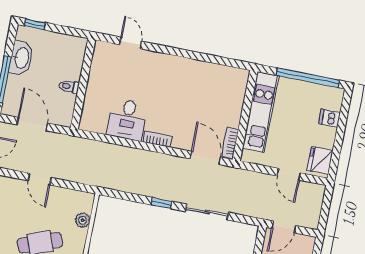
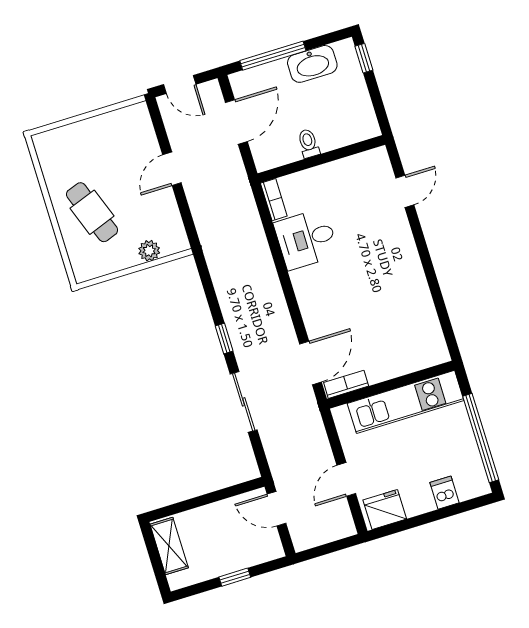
bookcase: (157, 139) -> (274, 200), moved

